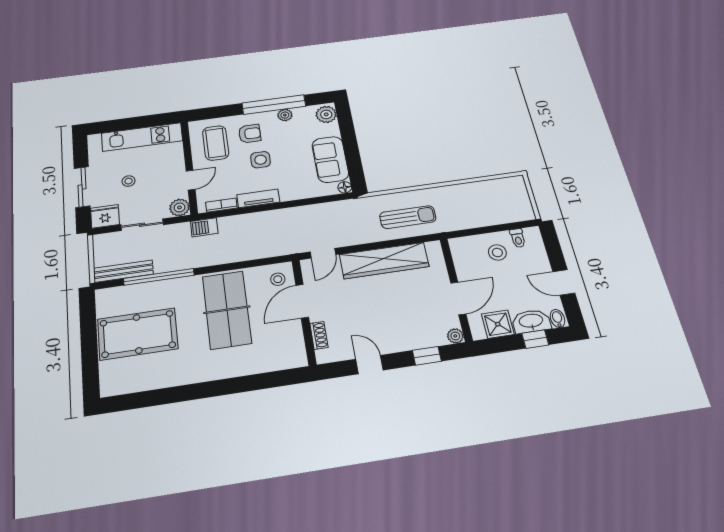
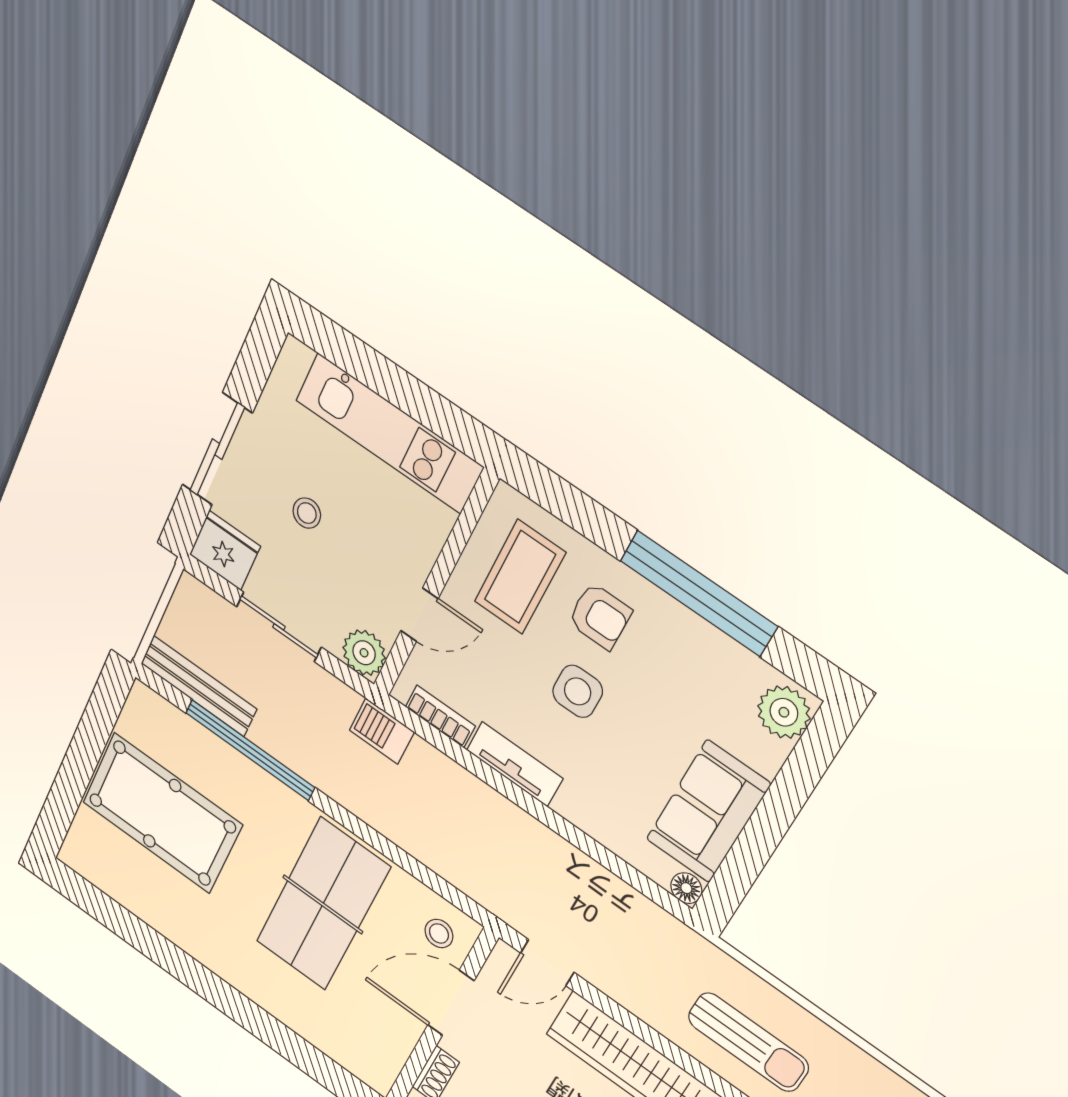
plant: (285, 115) -> (701, 638), removed

